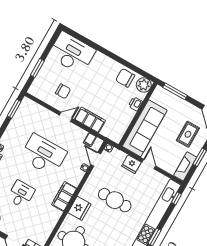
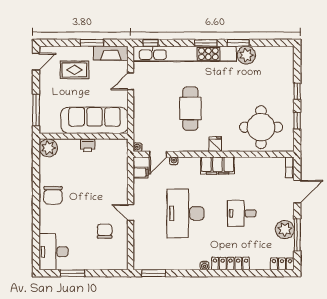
desk: (72, 53) -> (54, 252), width x0.73, depth x0.77
window: (37, 68) -> (72, 273), moved
chair: (125, 78) -> (53, 195), moved
printer: (135, 104) -> (88, 145), moved
filing cabinet: (90, 120) -> (119, 184), removed
fridge: (131, 164) -> (141, 112), removed
door: (149, 164) -> (131, 81), moved
fridge: (79, 208) -> (215, 144), width x0.53, depth x0.75

